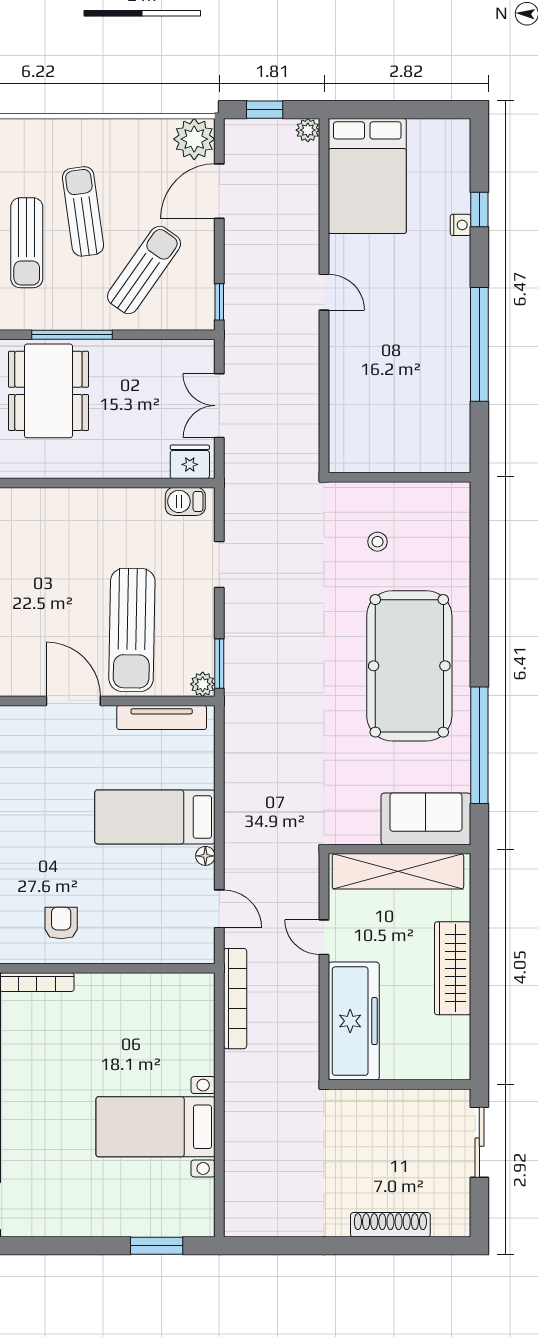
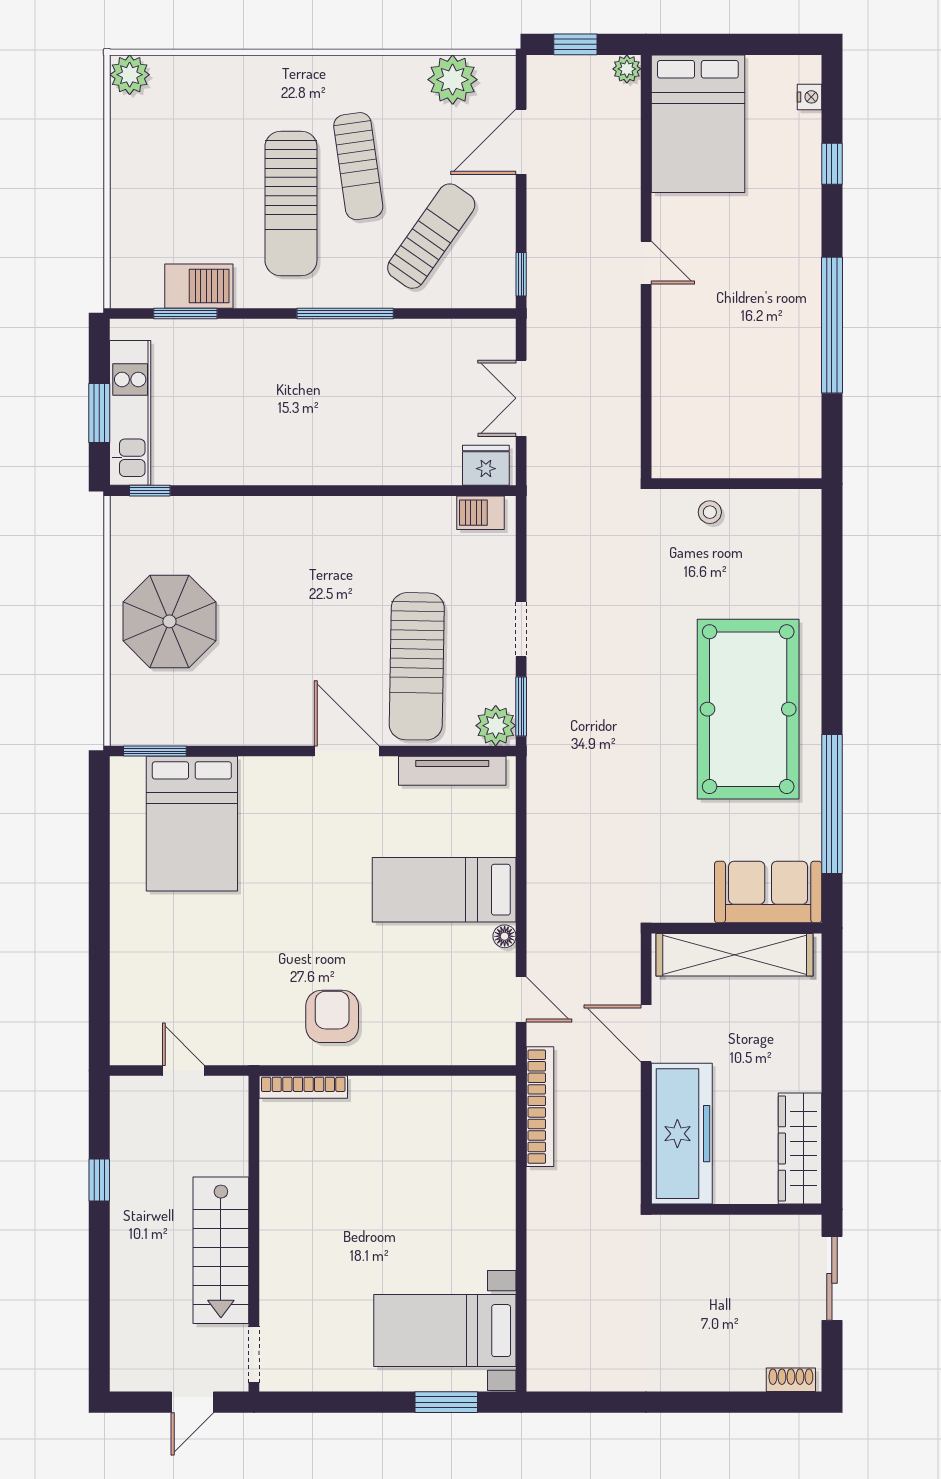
plant: (194, 139) -> (453, 80), moved
sun lounger: (83, 211) -> (358, 166), turned 180
nightstand: (461, 225) -> (809, 97), moved
sun lounger: (27, 243) -> (291, 203), width x1.36, depth x1.34
dining table: (48, 391) -> (317, 381), removed
stool: (377, 542) -> (710, 512), moved
doorway: (219, 564) -> (521, 629), moved
plant: (203, 684) -> (496, 726), width x1.38, depth x1.38
armchair: (61, 923) -> (332, 1016), width x1.38, depth x1.38
door: (324, 937) -> (646, 1033), width x1.38
wardrobe: (453, 968) -> (800, 1148), moved
bed with nightstands: (156, 1127) -> (445, 1331), moved
shoe rack: (390, 1225) -> (791, 1380), moved, width x0.51, depth x0.81

